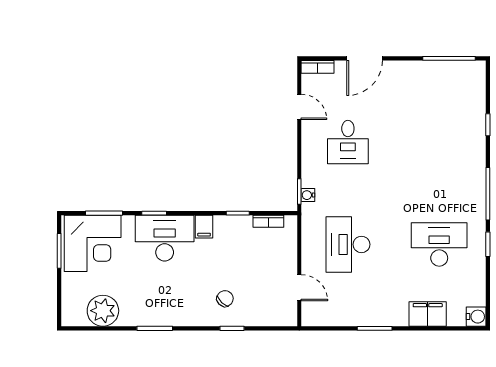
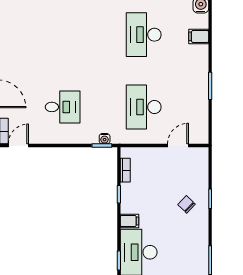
door: (299, 107) -> (18, 146), moved
desk: (348, 244) -> (144, 107), turned 90
filing cabinet: (428, 314) -> (199, 36), width x0.50

